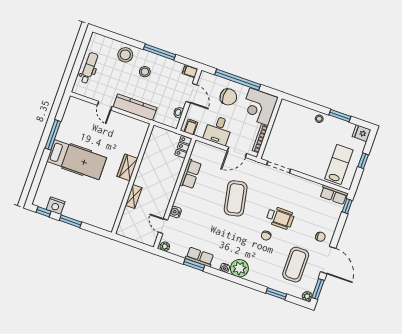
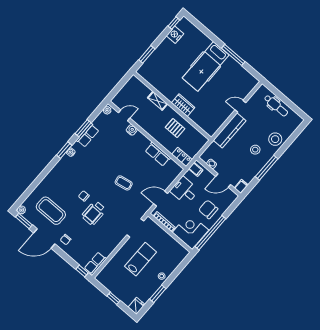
window: (238, 80) -> (210, 233), moved
chair: (228, 97) -> (208, 209), turned 90
door: (237, 152) -> (161, 199), hinge flipped
lab bench: (339, 164) -> (141, 259), moved, turned -90
pallet: (155, 166) -> (175, 128), added
coffee table: (236, 198) -> (124, 183), width x0.54, depth x0.58
window: (71, 221) -> (147, 54), moved
plant: (239, 268) -> (66, 164), removed
window: (276, 294) -> (64, 150), moved

